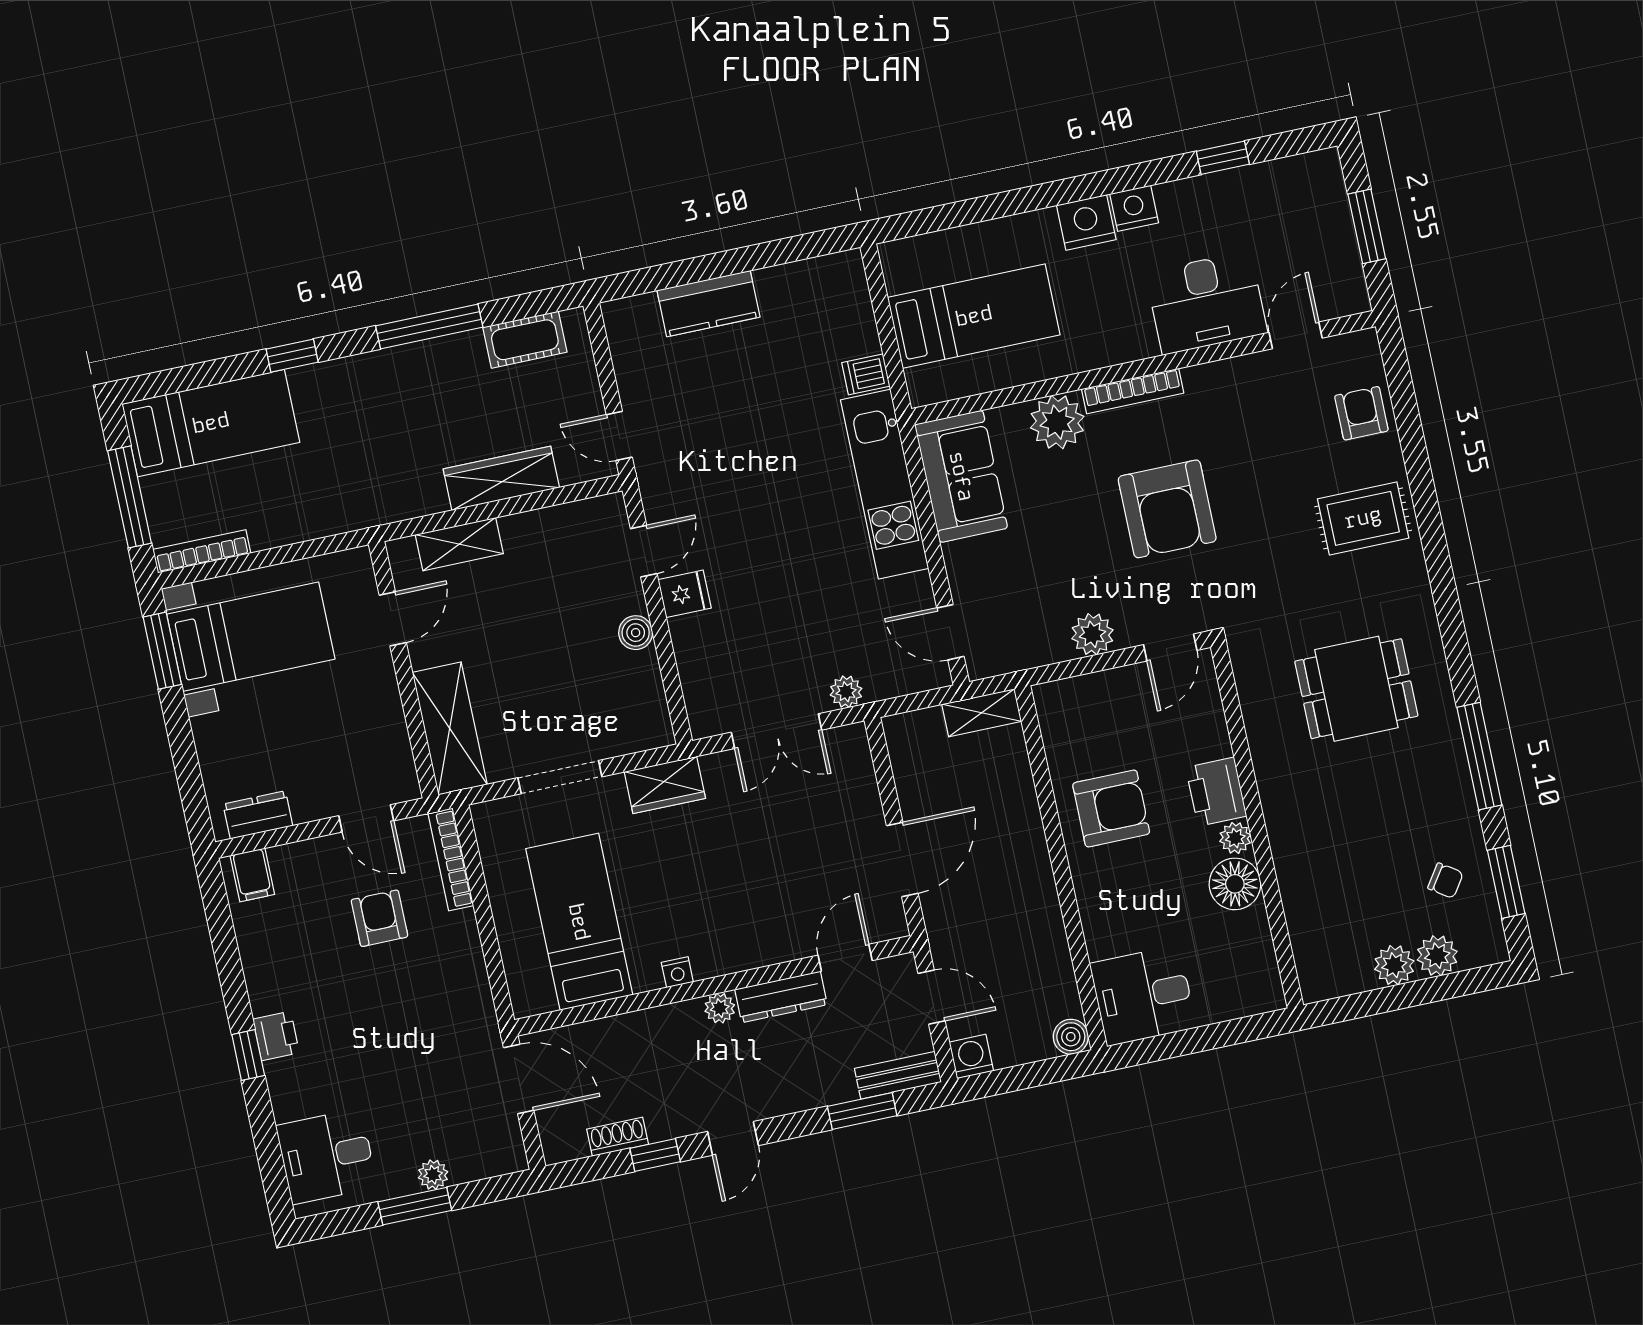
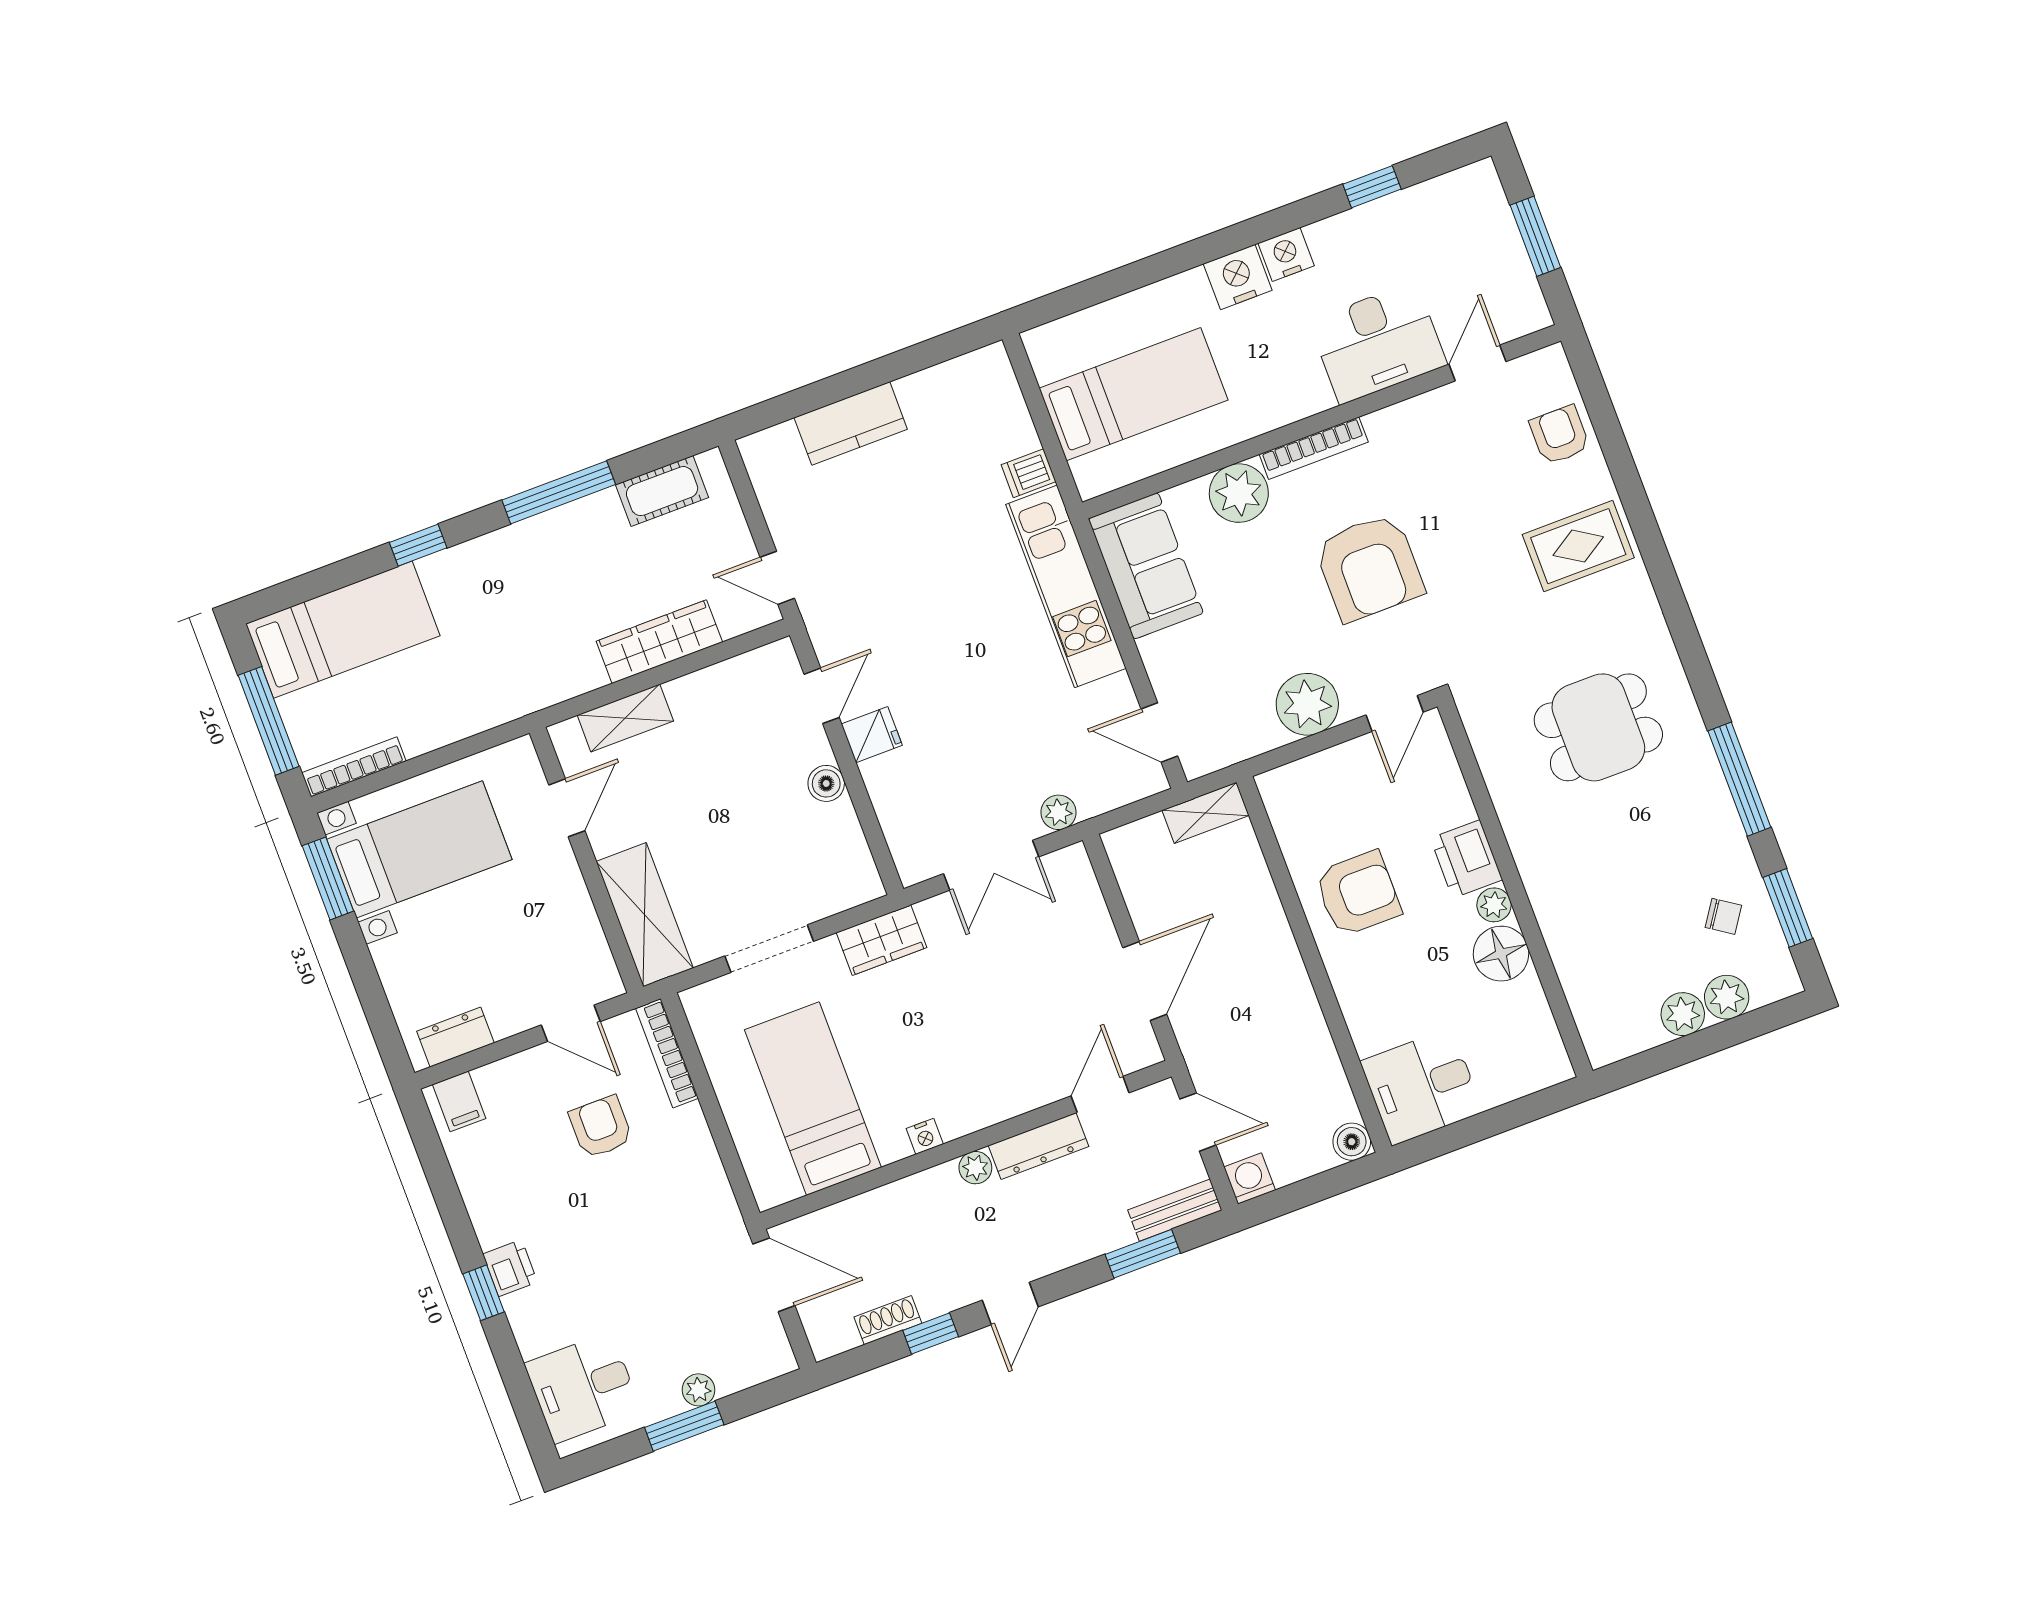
plant: (1092, 634) -> (1307, 704), width x1.36, depth x1.36

